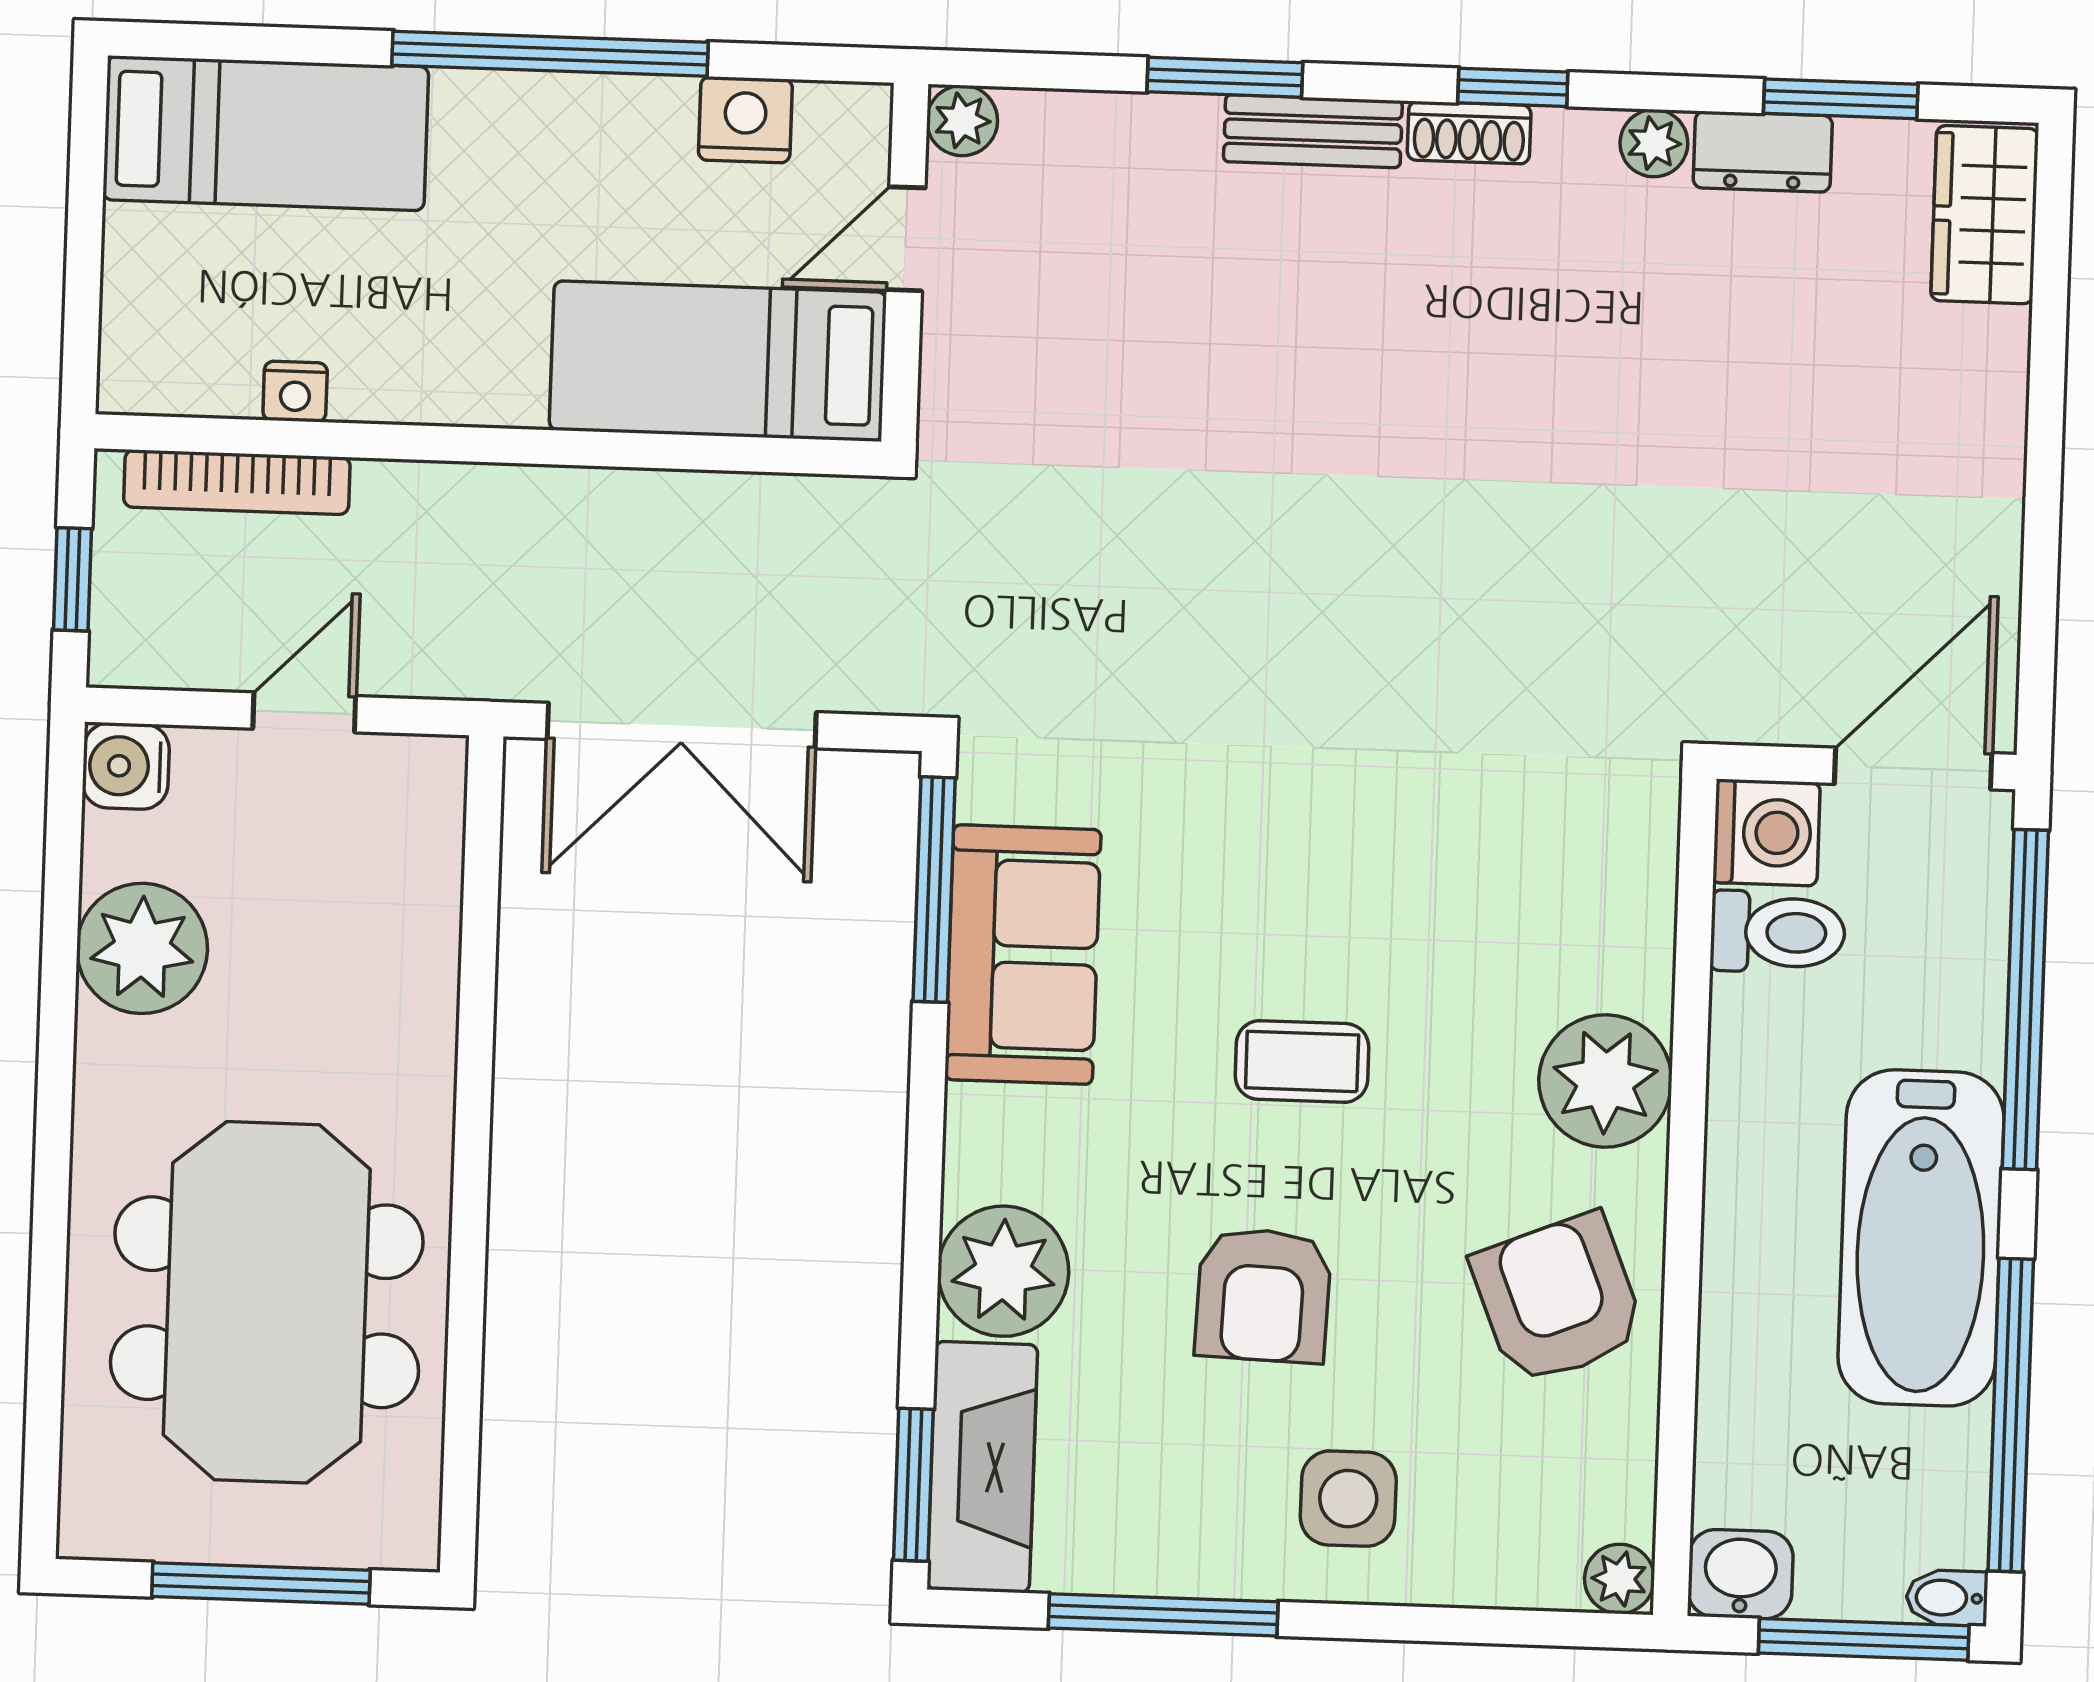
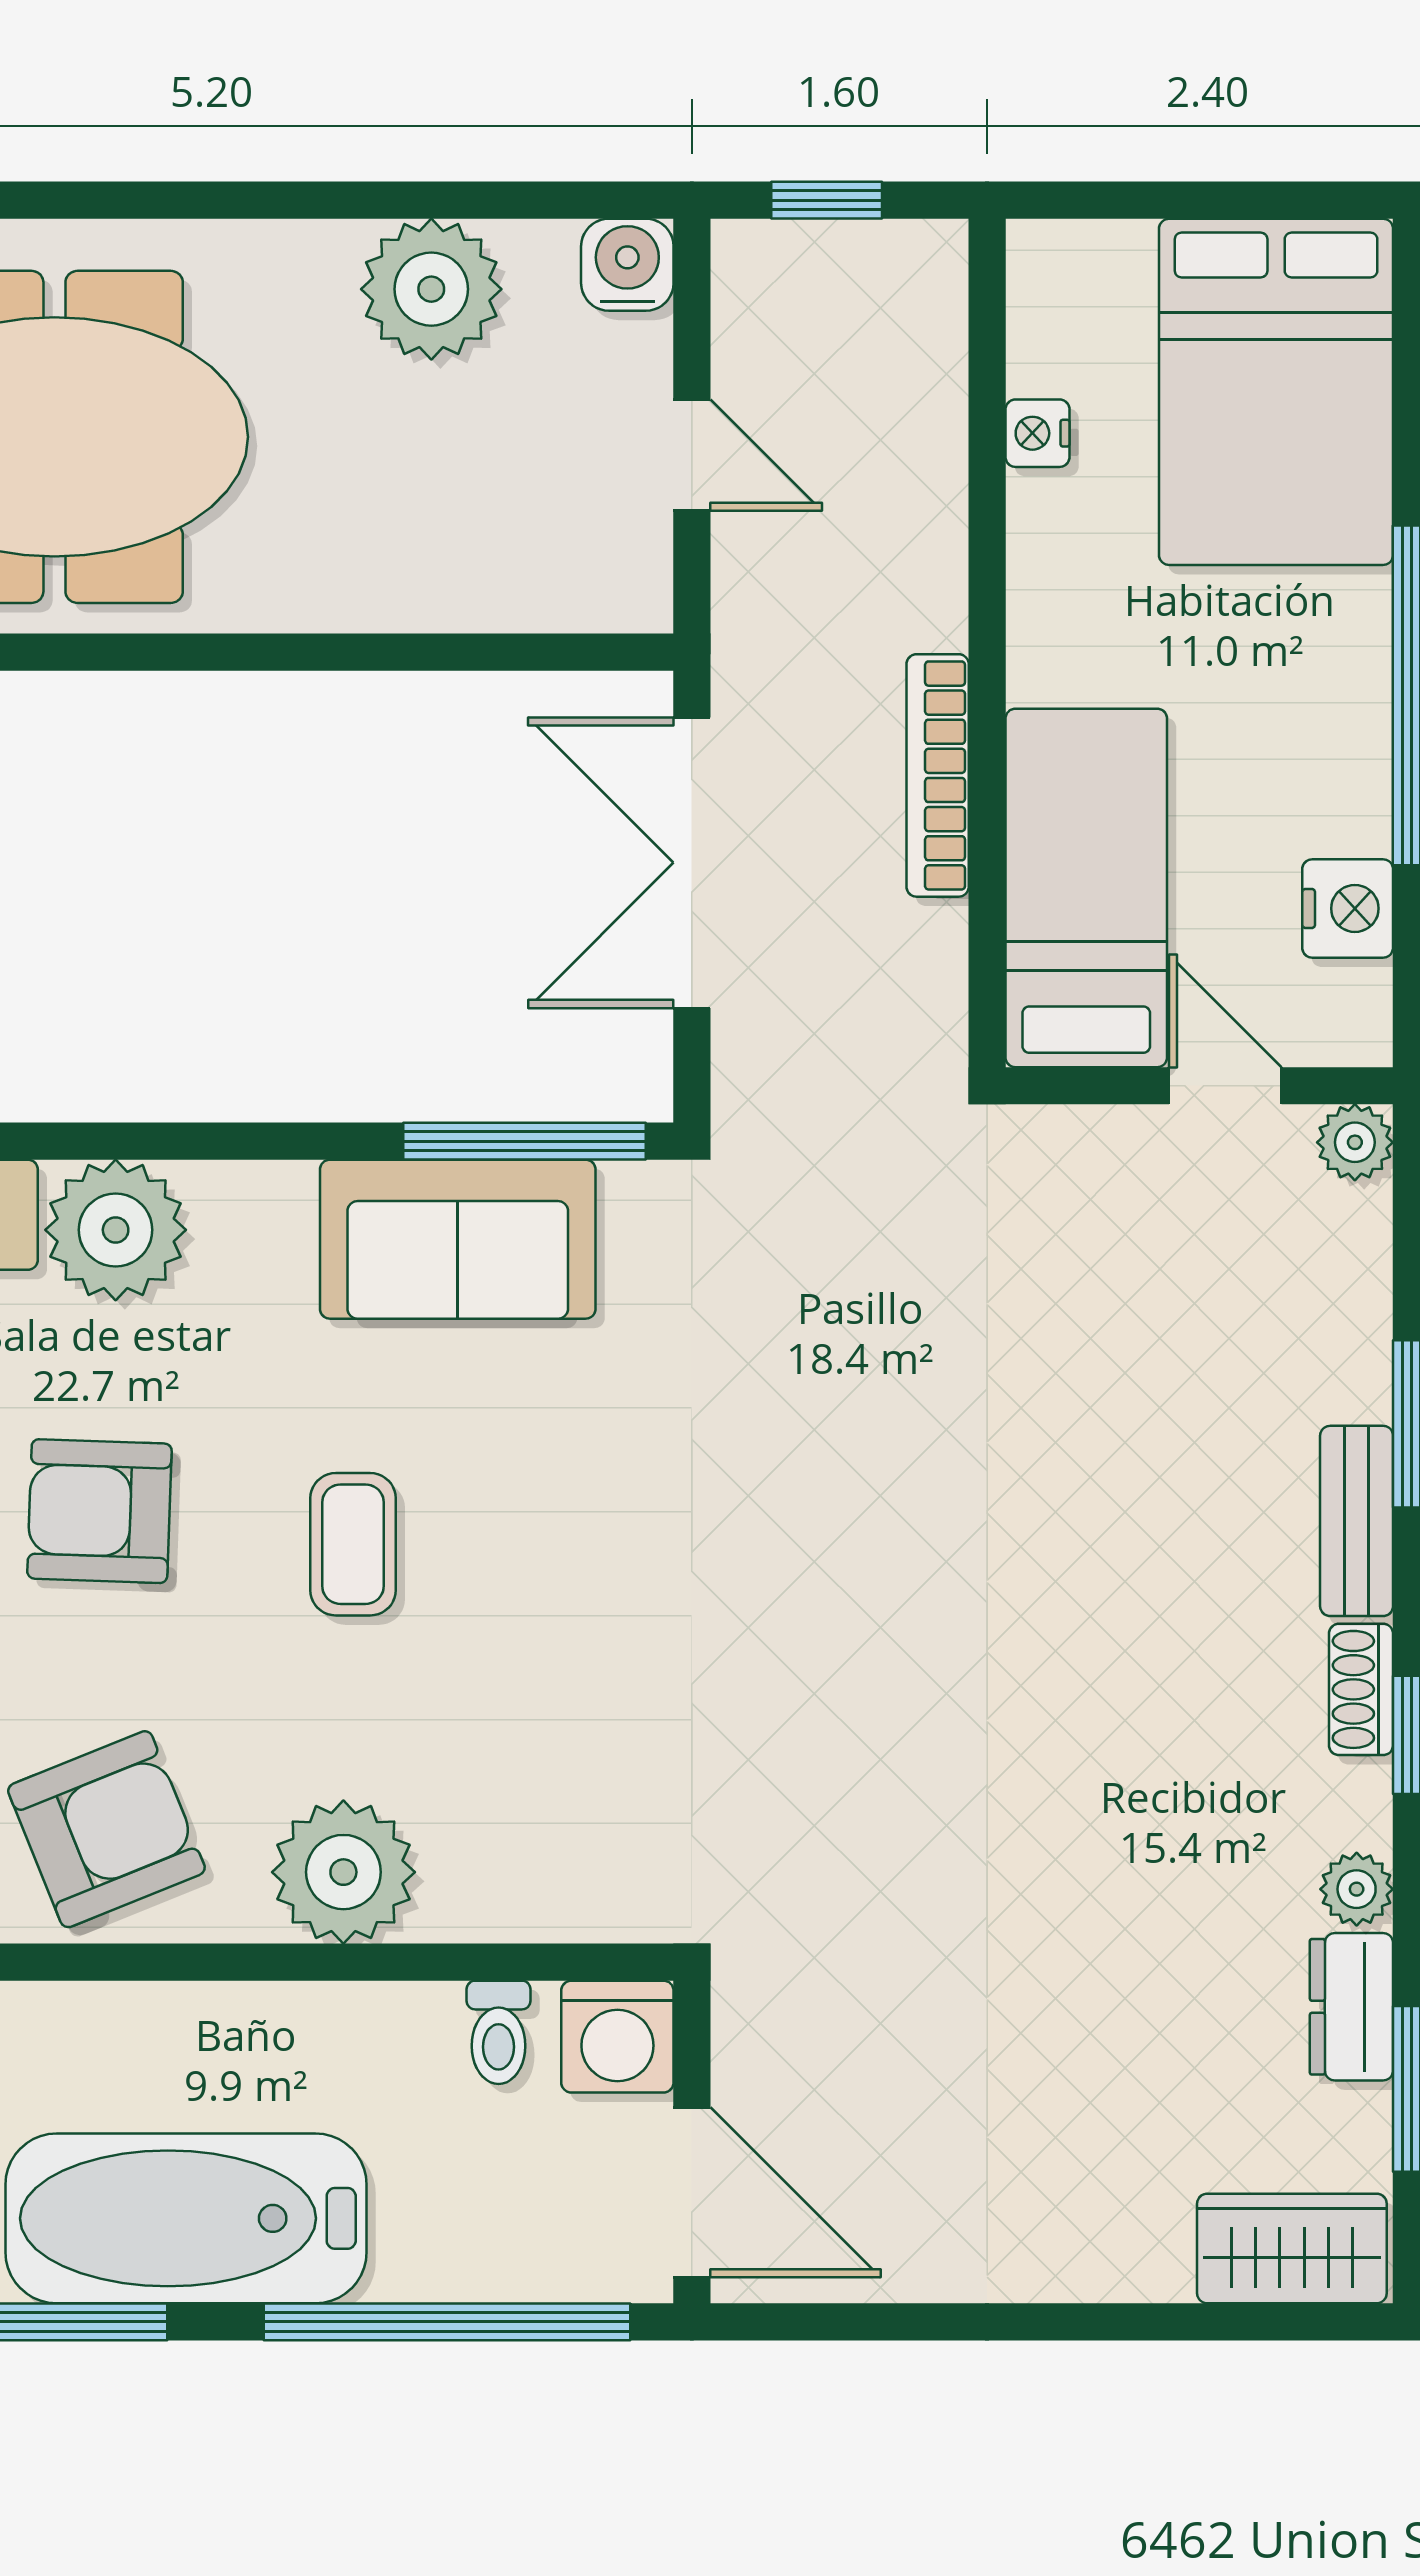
bed: (266, 133) -> (1276, 392), width x1.50
bookcase: (237, 482) -> (938, 775), moved
toilet: (1778, 932) -> (499, 2032), width x0.73, depth x0.72

